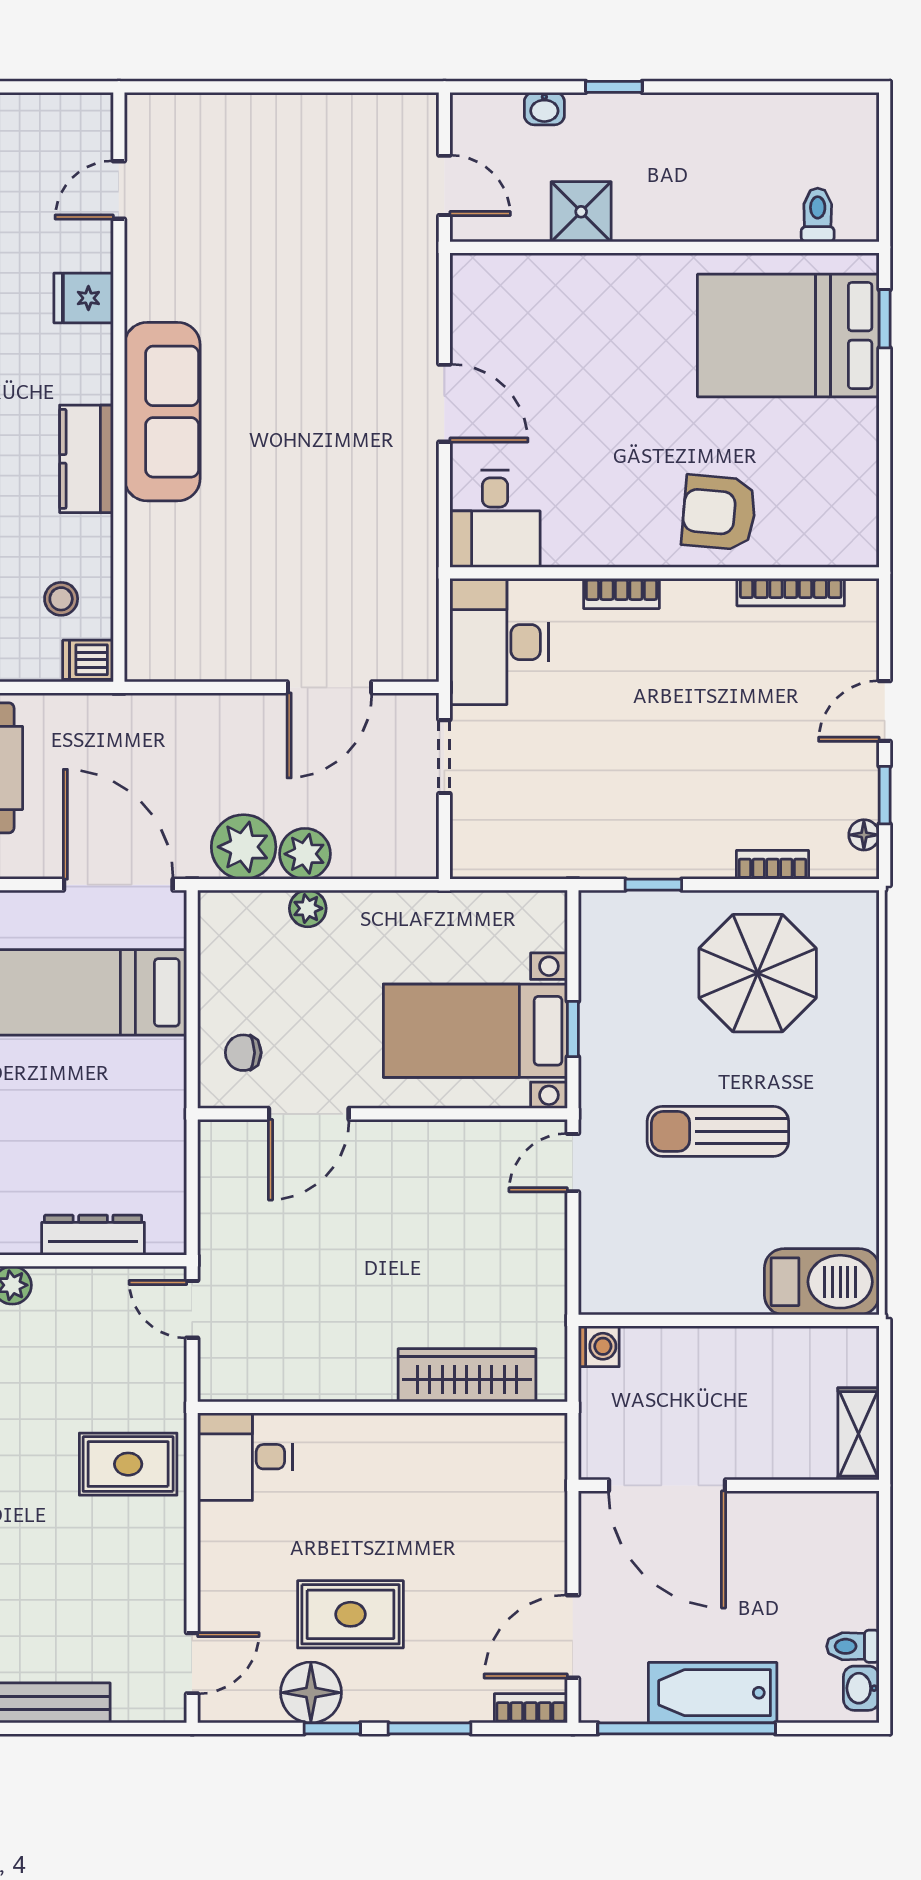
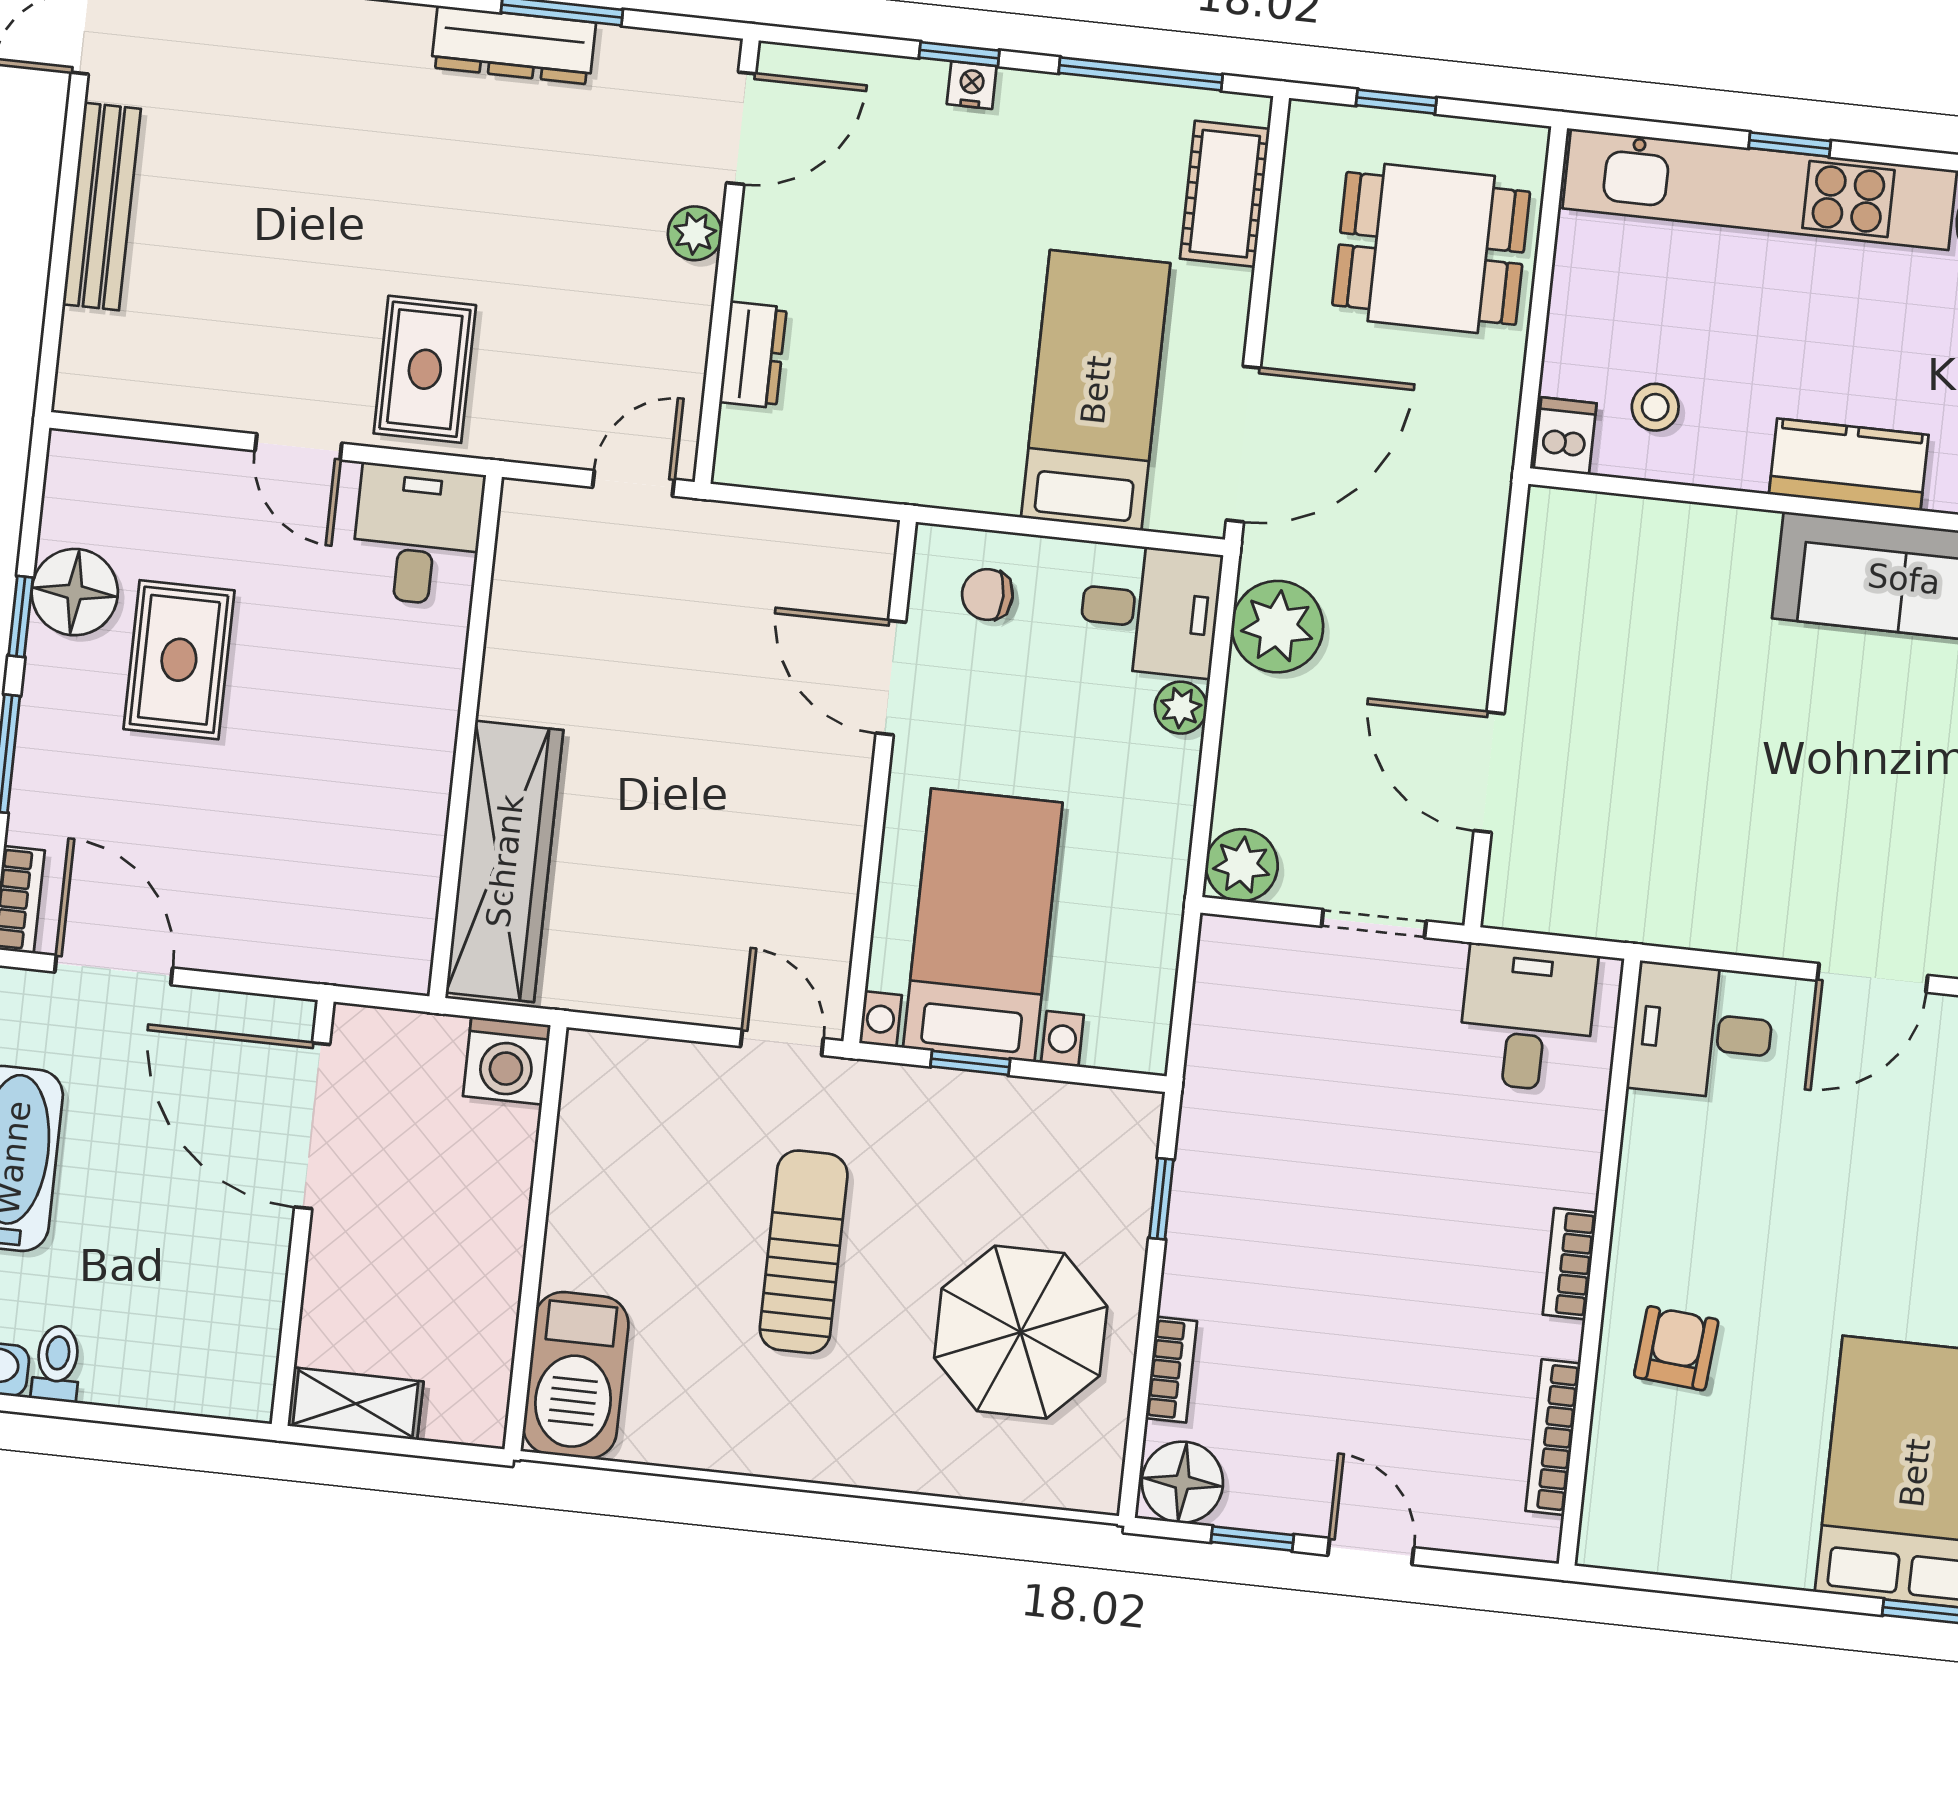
armchair: (719, 512) -> (1676, 1348), width x0.72, depth x0.72
bookcase: (621, 593) -> (1570, 1264), moved
desk: (499, 642) -> (1527, 1018), width x0.73
floor lamp: (864, 835) -> (1182, 1482), width x1.89, depth x1.89
plant: (305, 854) -> (1242, 865), moved
desk: (242, 938) -> (1150, 610), added
chair: (243, 1053) -> (987, 595), turned -90
dresser: (93, 1235) -> (753, 355), width x0.70
washing machine: (599, 1346) -> (507, 1061), width x1.38, depth x1.38
wardrobe: (467, 1375) -> (505, 861), width x1.40, depth x1.17
door: (667, 1485) -> (312, 1126), hinge flipped
door: (192, 1663) -> (298, 447), moved

